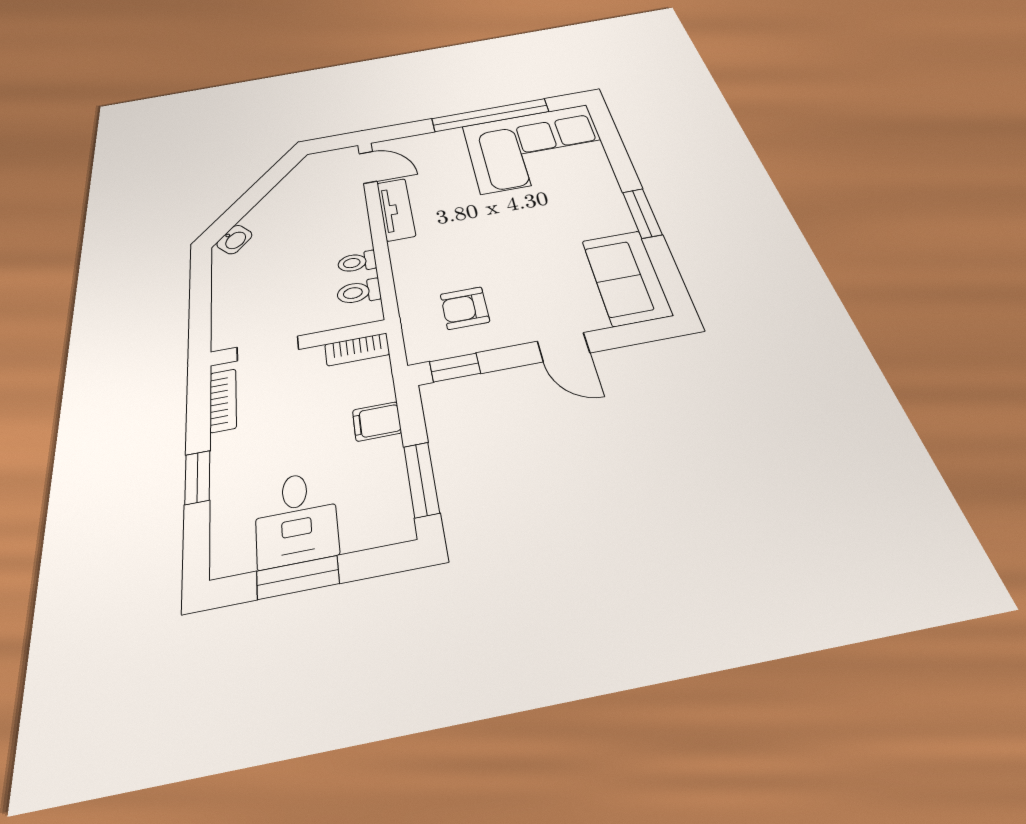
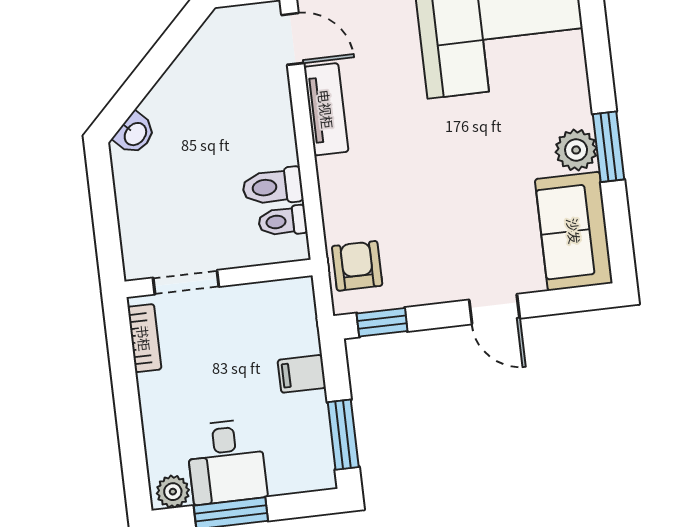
plant: (614, 218) -> (576, 150), added
toilet: (357, 262) -> (273, 187), width x1.37, depth x1.39
armchair: (465, 308) -> (357, 266), moved, turned 90
bookcase: (357, 349) -> (281, 292), removed
window: (197, 477) -> (128, 416), removed
plant: (235, 556) -> (173, 492), added

